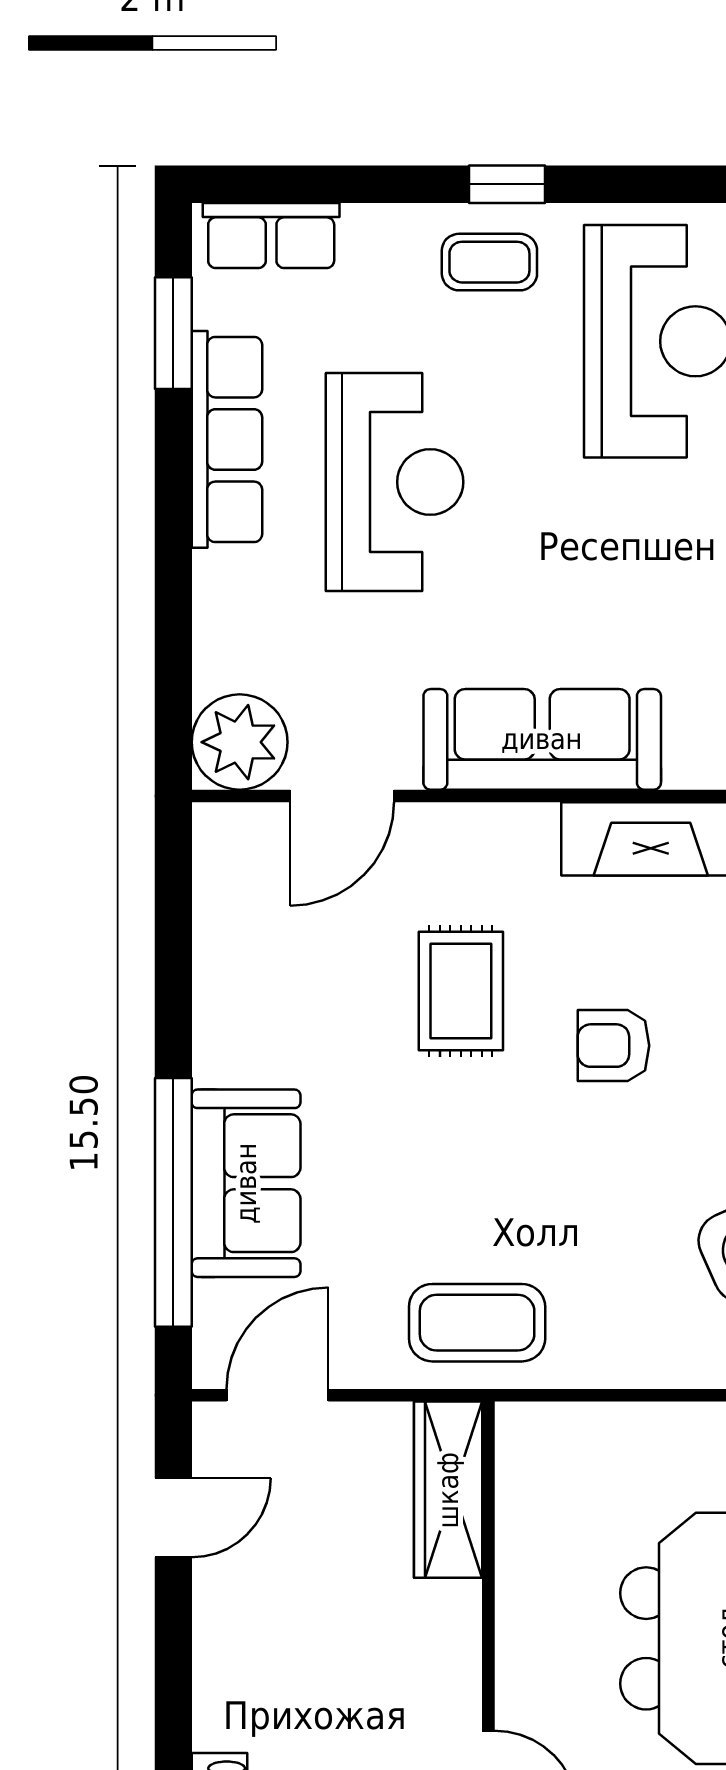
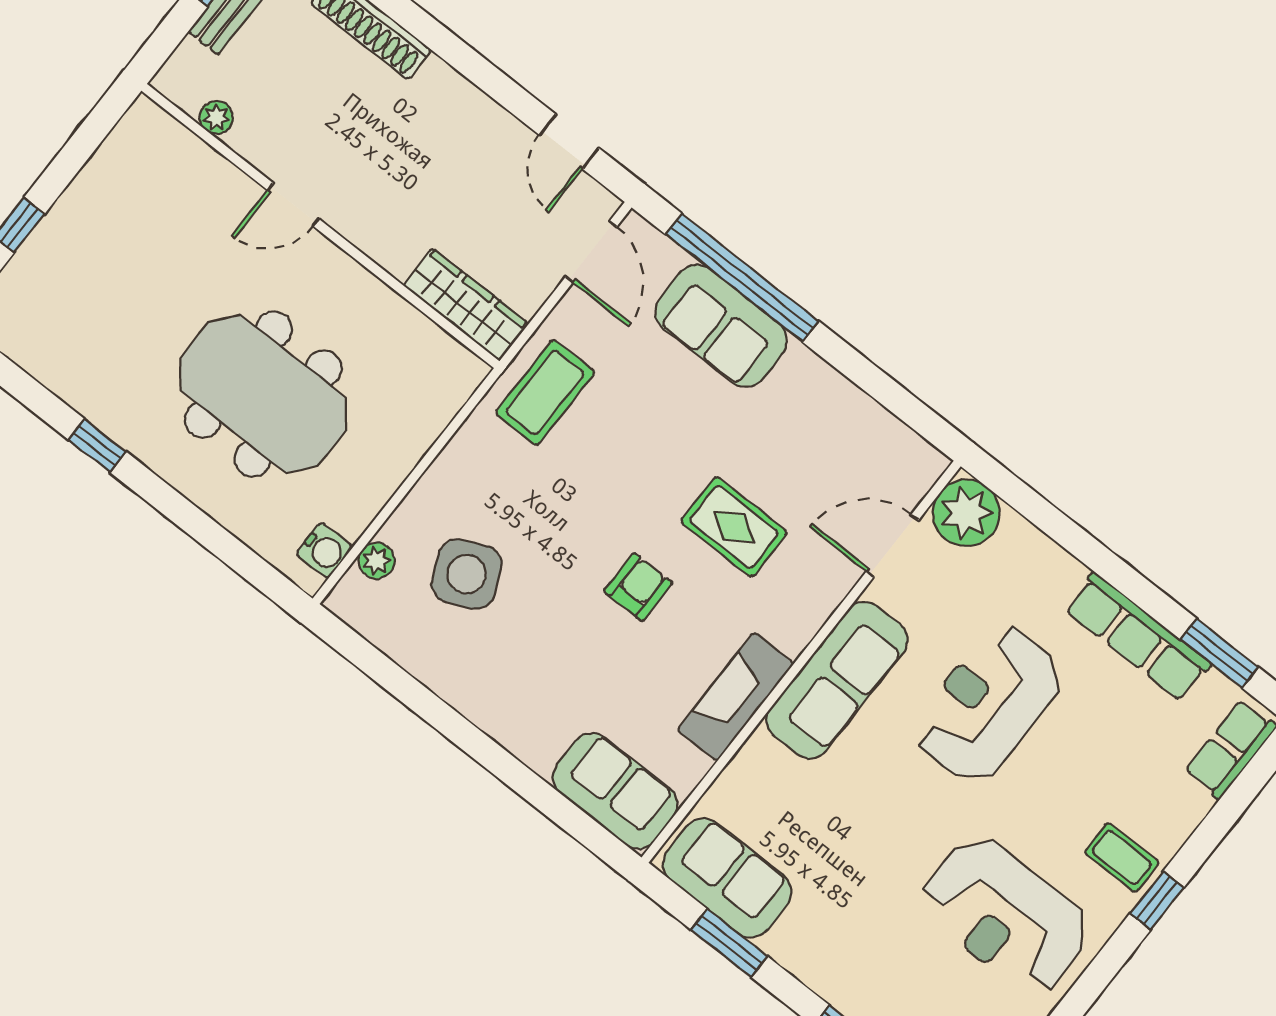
coffee table: (489, 262) -> (1122, 857), turned 90
reception desk: (395, 482) -> (988, 704), moved, turned 90
door: (342, 796) -> (892, 546), hinge flipped

